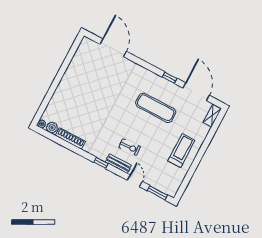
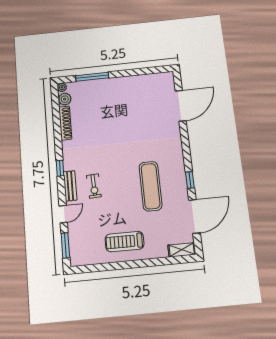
window: (48, 97) -> (92, 77), added
treadmill: (181, 151) -> (124, 242), turned 180

